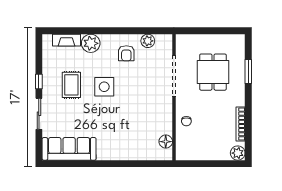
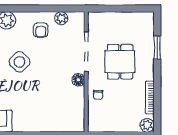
dining table: (213, 72) -> (120, 62), moved
side table: (104, 87) -> (20, 62), turned 45
floor lamp: (166, 142) -> (78, 80), moved

